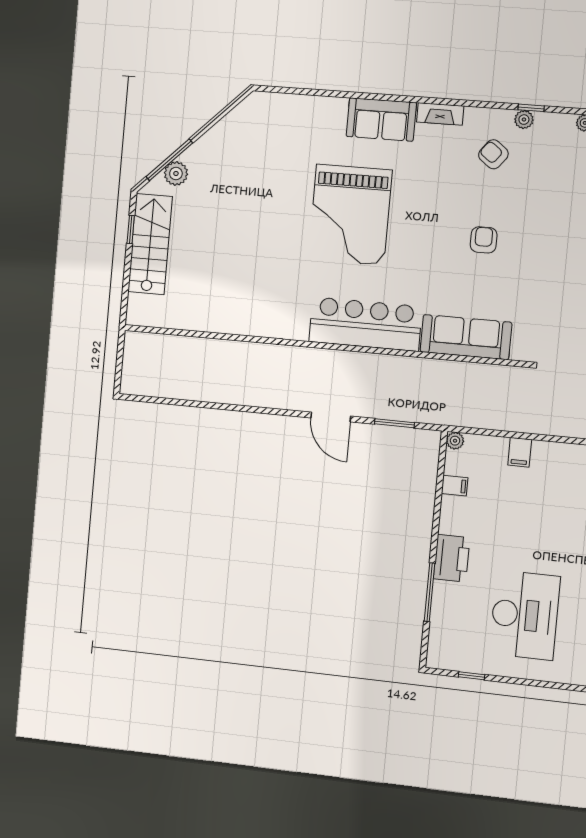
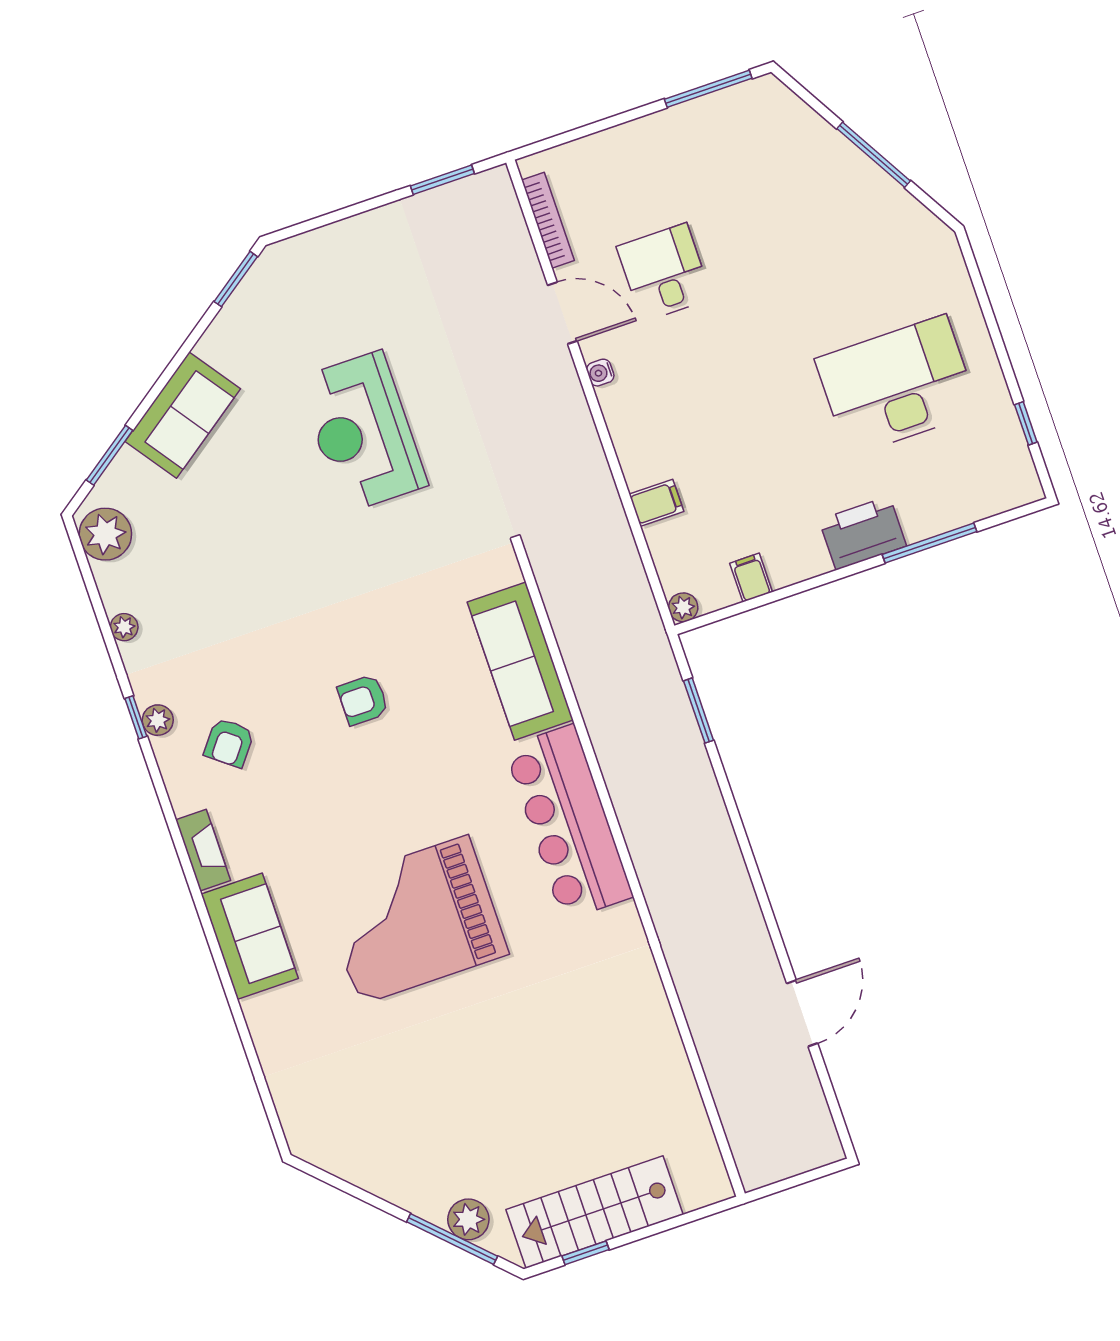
grand piano: (350, 215) -> (414, 920), turned 180
door: (331, 417) -> (802, 1013), moved

